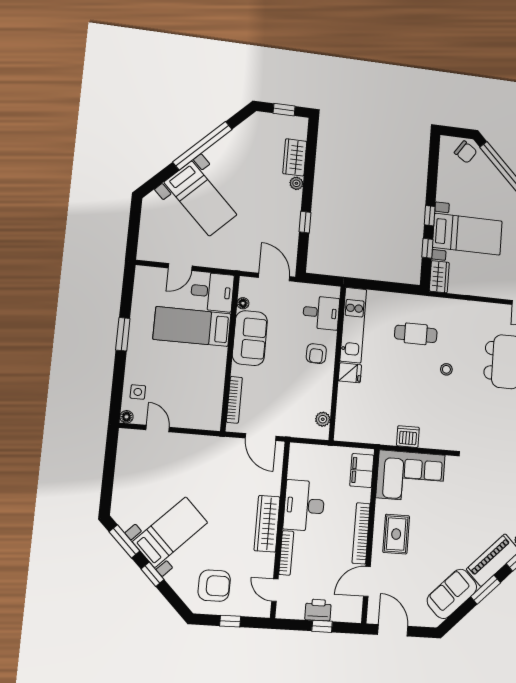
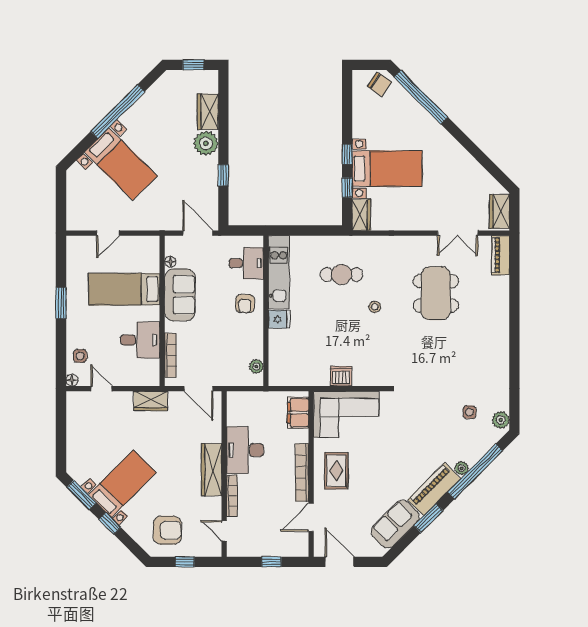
plant: (296, 183) -> (206, 143), width x1.88, depth x1.88
desk: (212, 292) -> (140, 340), moved
wardrobe: (209, 446) -> (151, 401), added
printer: (318, 610) -> (266, 547), removed

